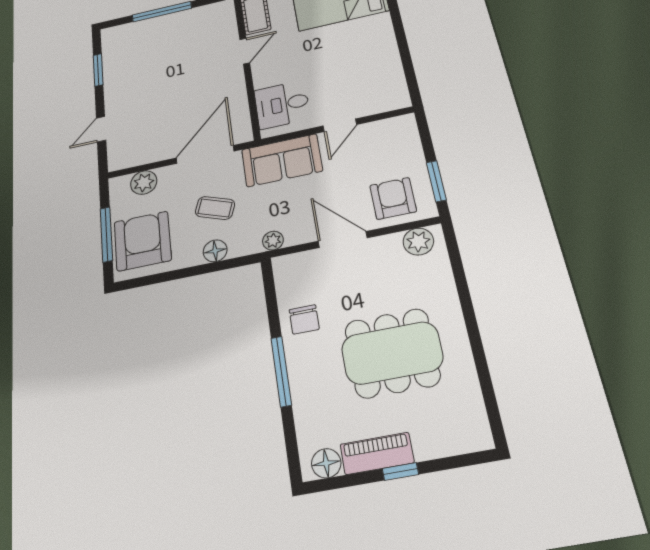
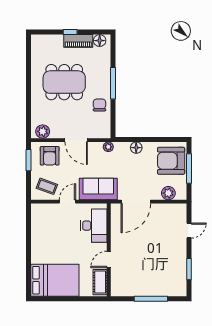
desk: (282, 105) -> (94, 226), width x1.37
coffee table: (215, 208) -> (47, 186), moved
armchair: (143, 241) -> (171, 161), turned 90

